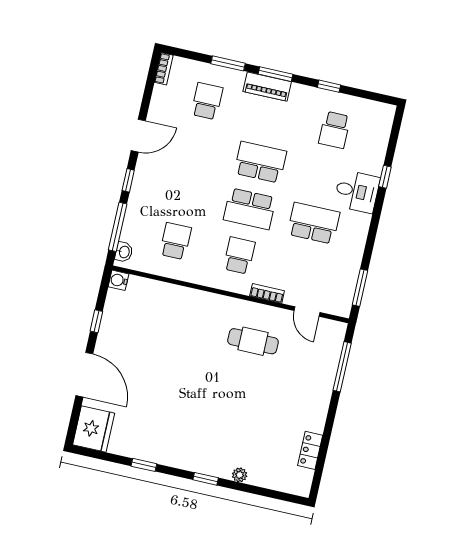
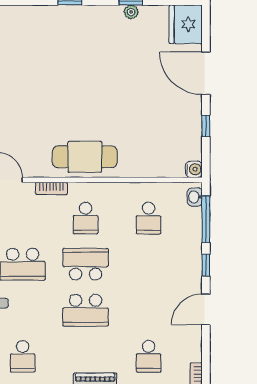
school desk: (335, 130) -> (23, 356), turned 180
cafe table: (253, 341) -> (85, 157), moved, width x1.37, depth x1.35
plant: (240, 475) -> (131, 12), moved

